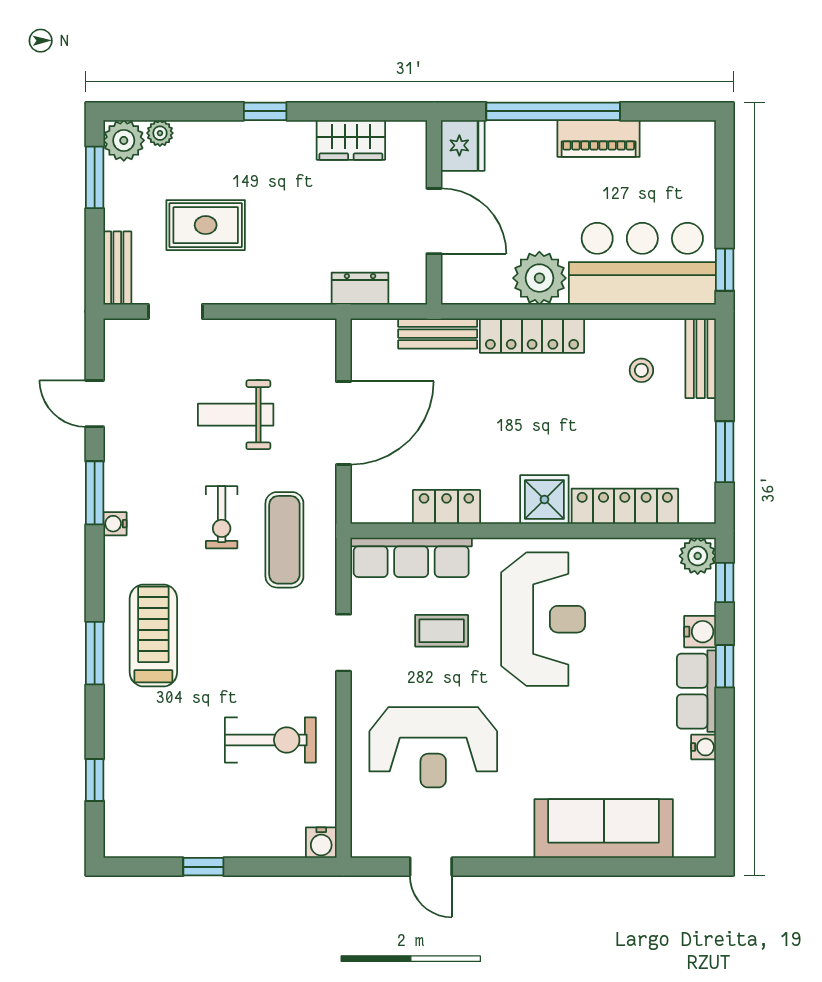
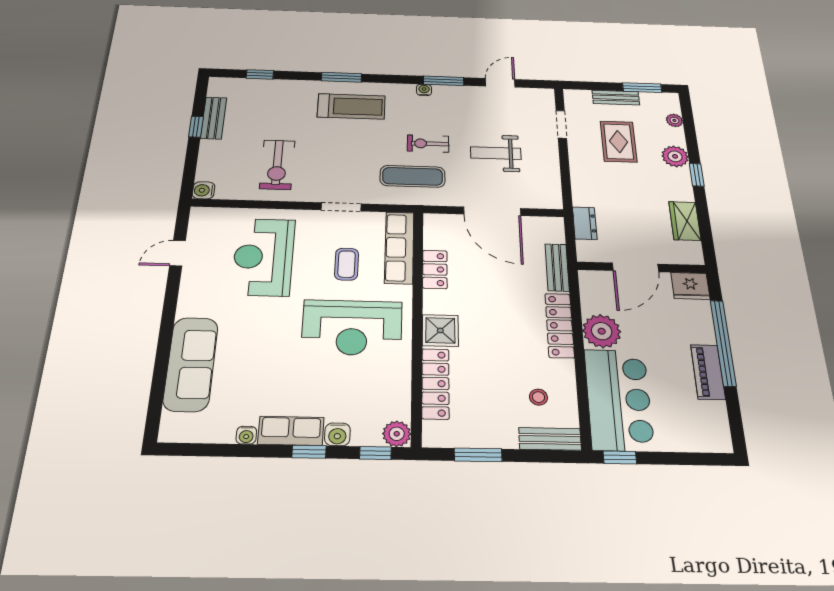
plant: (124, 140) -> (675, 156), moved
bench: (117, 268) -> (616, 98), moved
weight bench: (236, 415) -> (496, 153), turned -90
bench: (185, 842) -> (214, 118), added

